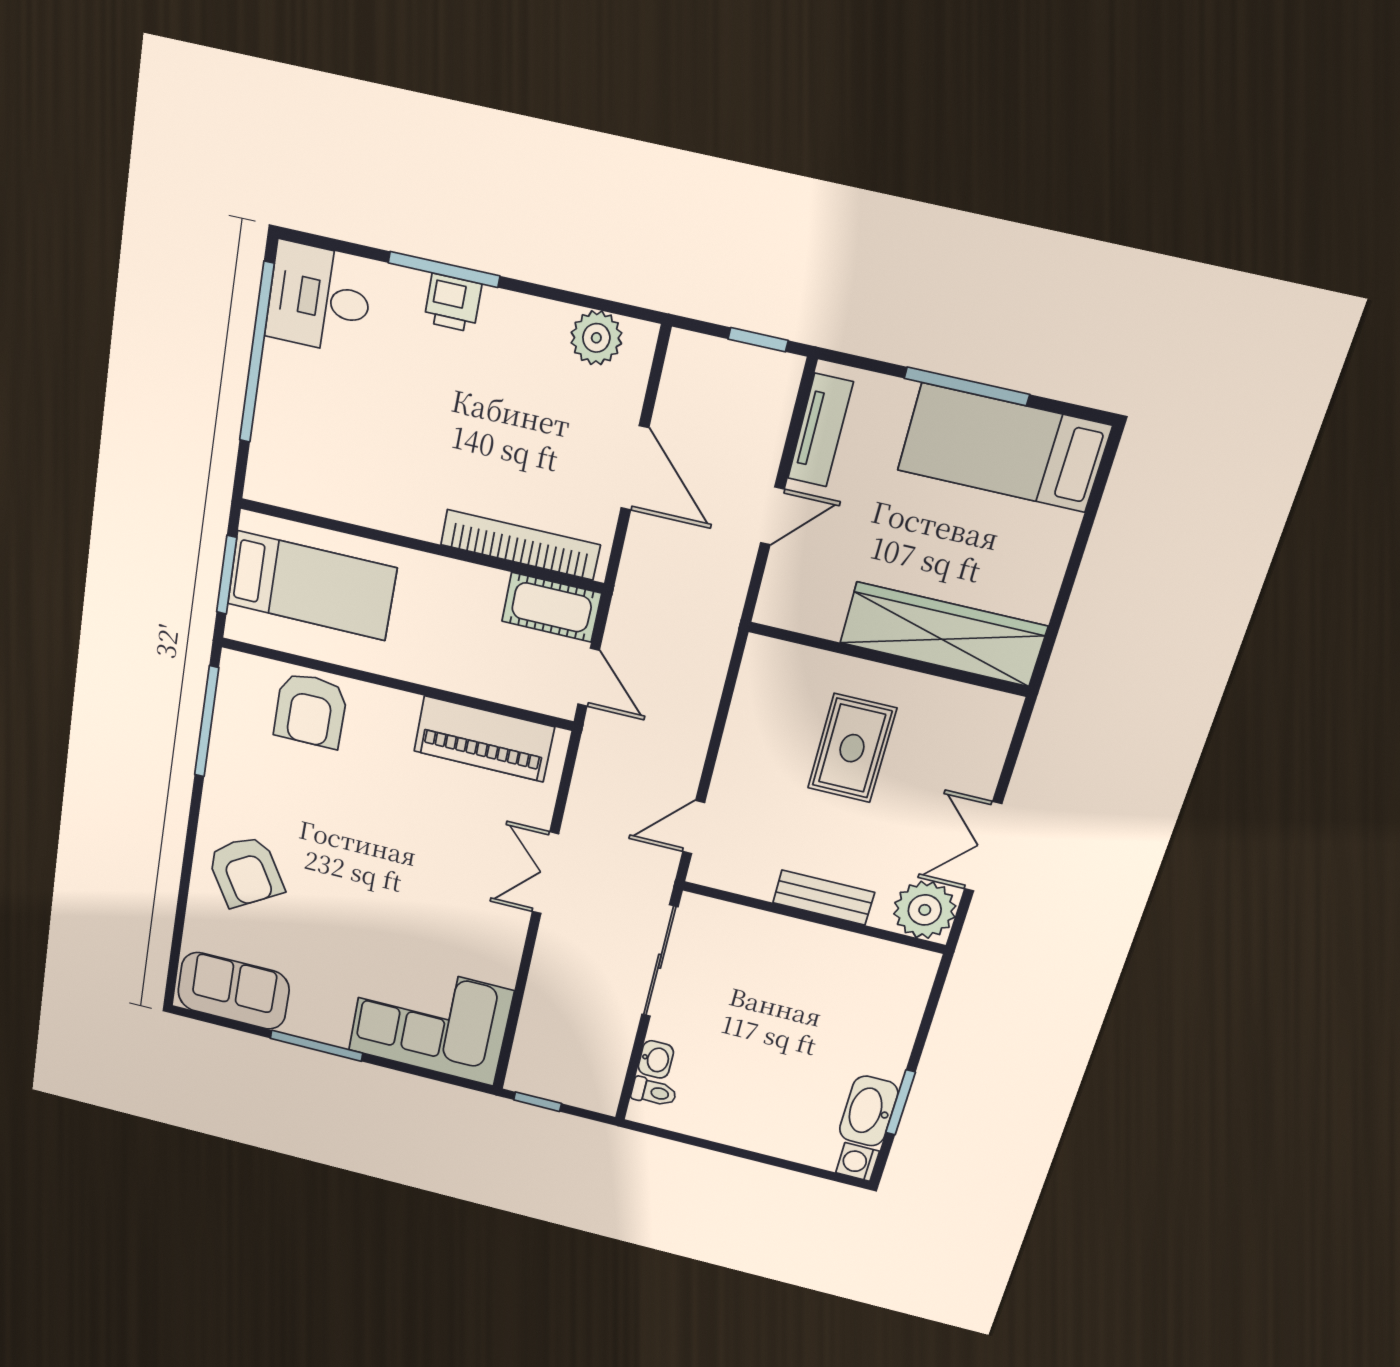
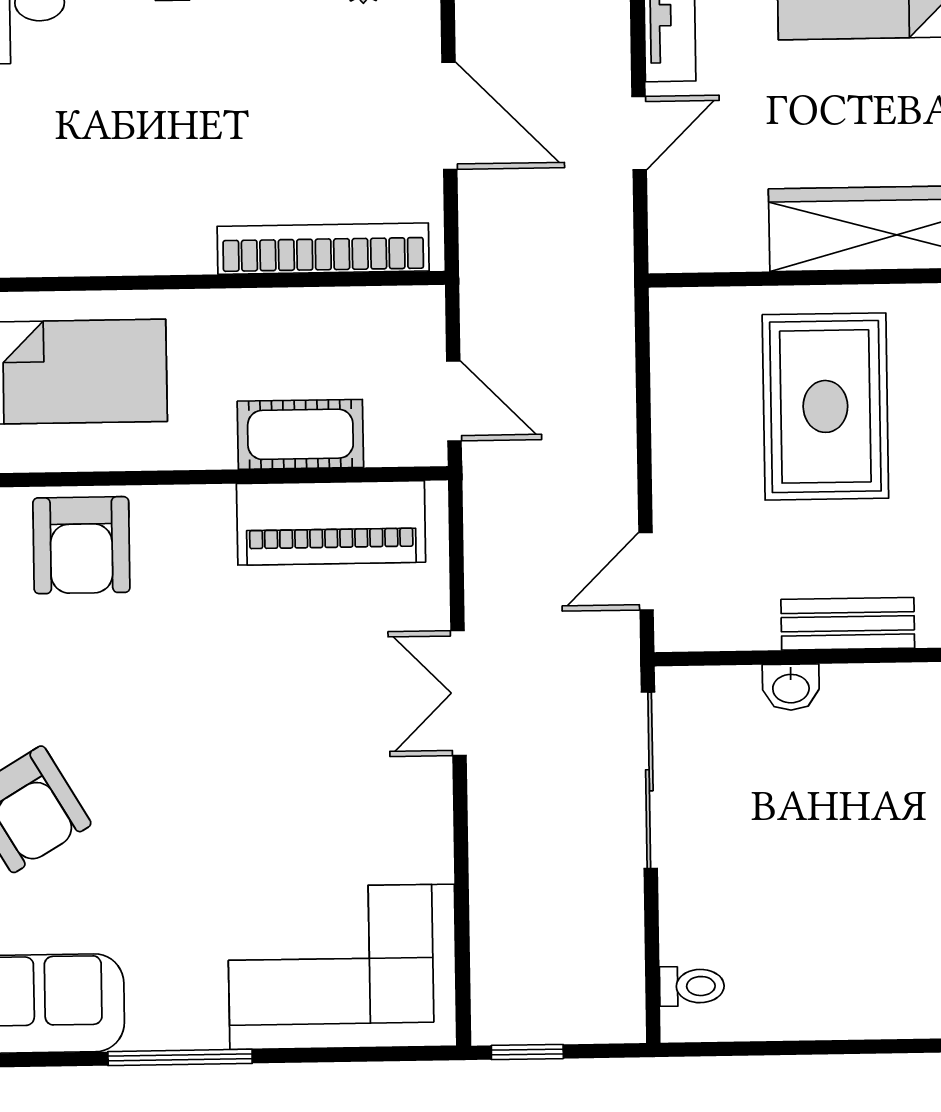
cot: (552, 607) -> (300, 434), moved
rug: (852, 748) -> (825, 406), width x1.36, depth x1.43
washbasin: (656, 1059) -> (791, 687), moved, turned 90

